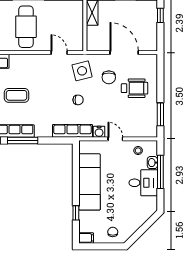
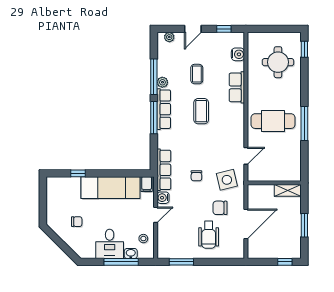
chair: (113, 232) -> (77, 222), moved
filing cabinet: (86, 238) -> (147, 184), moved

